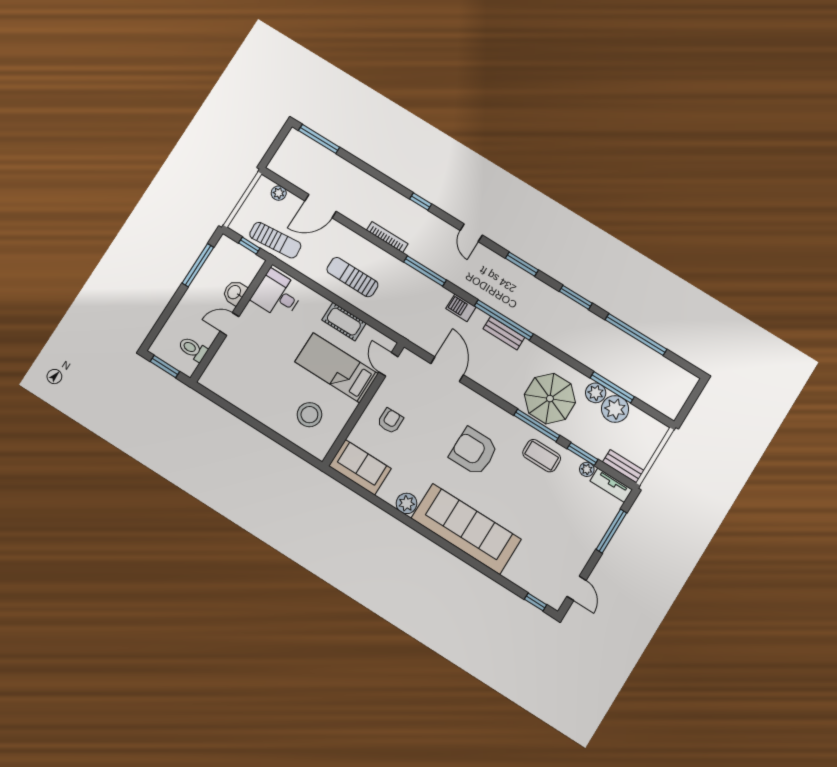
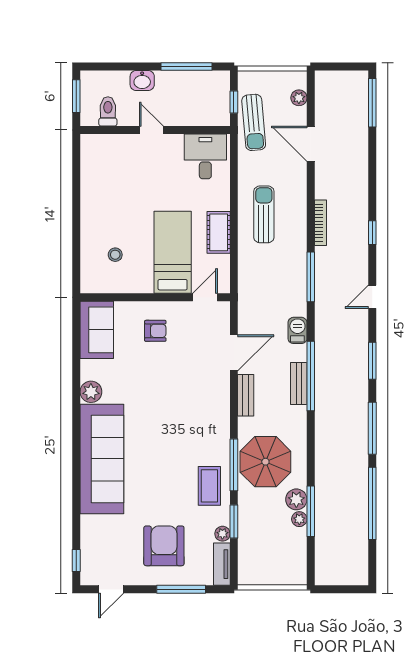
washbasin: (235, 292) -> (142, 81), moved, turned 180
window: (576, 297) -> (372, 428), width x1.44
plant: (615, 409) -> (299, 519), width x0.53, depth x0.53
stool: (309, 415) -> (115, 255), width x0.53, depth x0.53
armchair: (474, 451) -> (164, 546), moved
bench: (623, 466) -> (246, 395), moved

